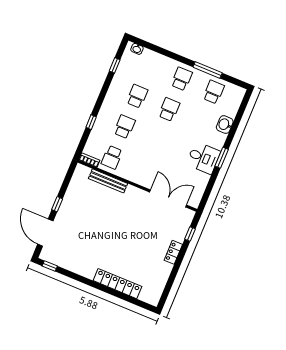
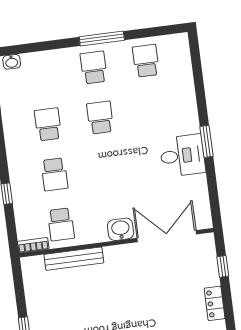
window: (208, 70) -> (102, 39), moved
washbasin: (225, 125) -> (121, 229), moved, turned 90
school desk: (125, 127) -> (54, 174), turned 180

